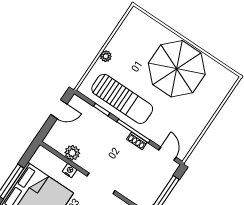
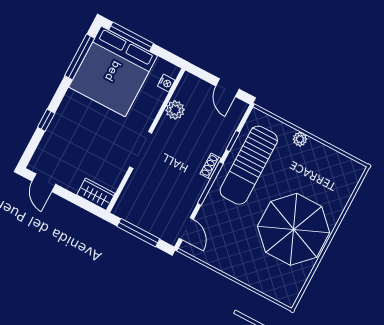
shoe rack: (137, 141) -> (211, 166), moved
door: (167, 154) -> (186, 229), hinge flipped
nightstand: (70, 171) -> (166, 83), moved

